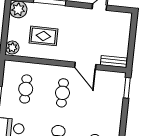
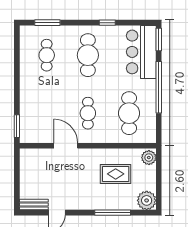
bench: (114, 61) -> (34, 205), moved
cafe table: (26, 89) -> (129, 113), width x1.37, depth x1.35

